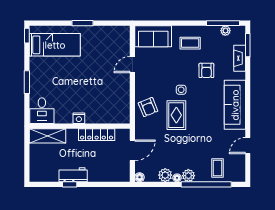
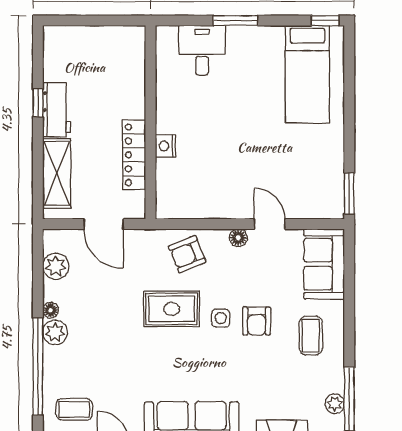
window: (82, 23) -> (349, 193), moved
armchair: (206, 70) -> (257, 321), moved, turned -90
desk: (42, 111) -> (202, 50), moved, turned 90
nightstand: (79, 118) -> (166, 146), moved
shelving: (47, 136) -> (57, 173), moved
coffee table: (217, 168) -> (74, 409), moved
plant: (165, 175) -> (56, 266), moved
floor lamp: (140, 177) -> (238, 238), moved

